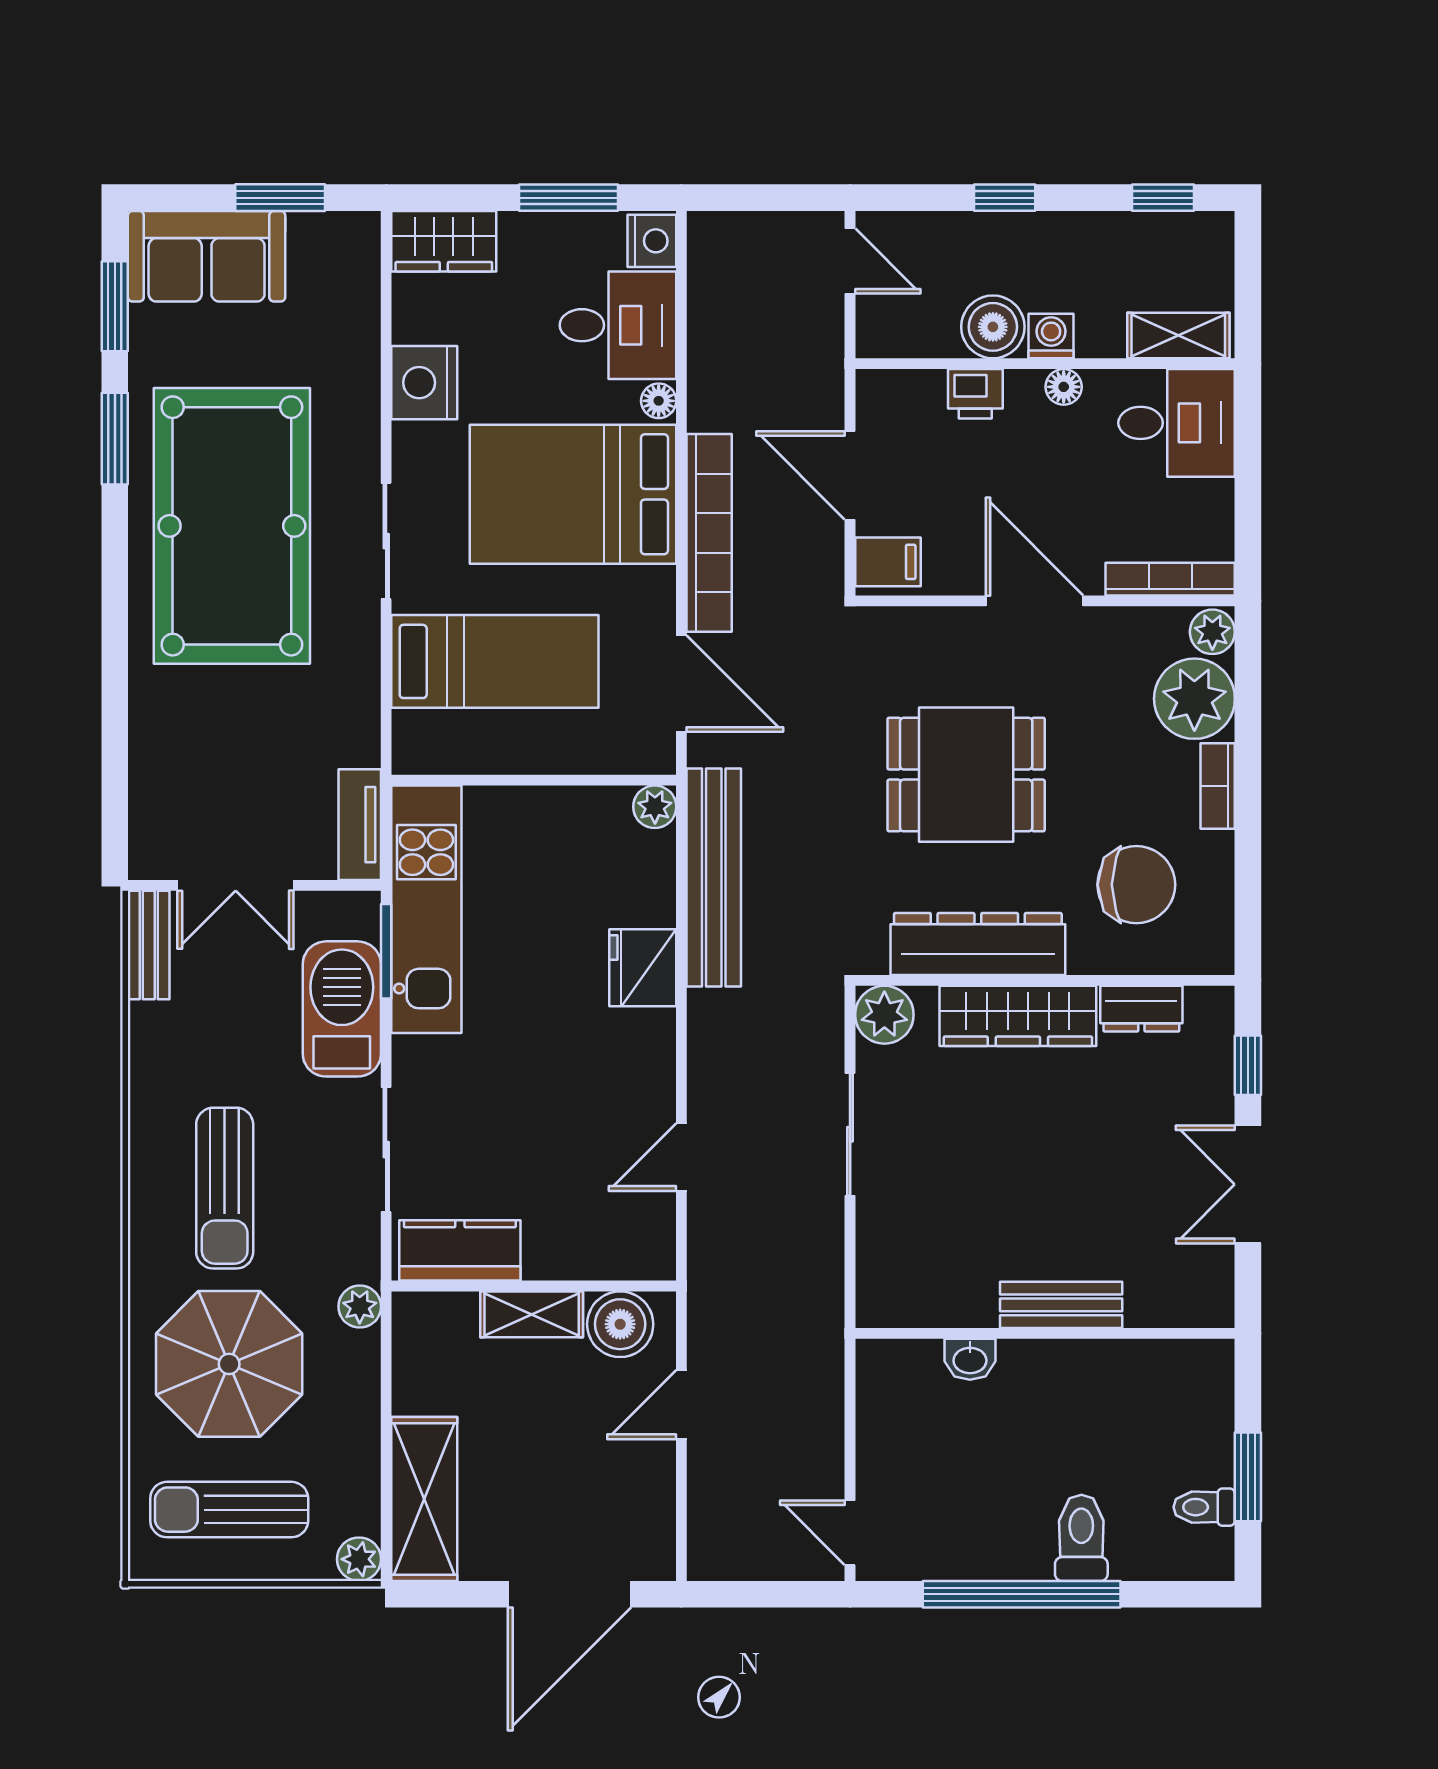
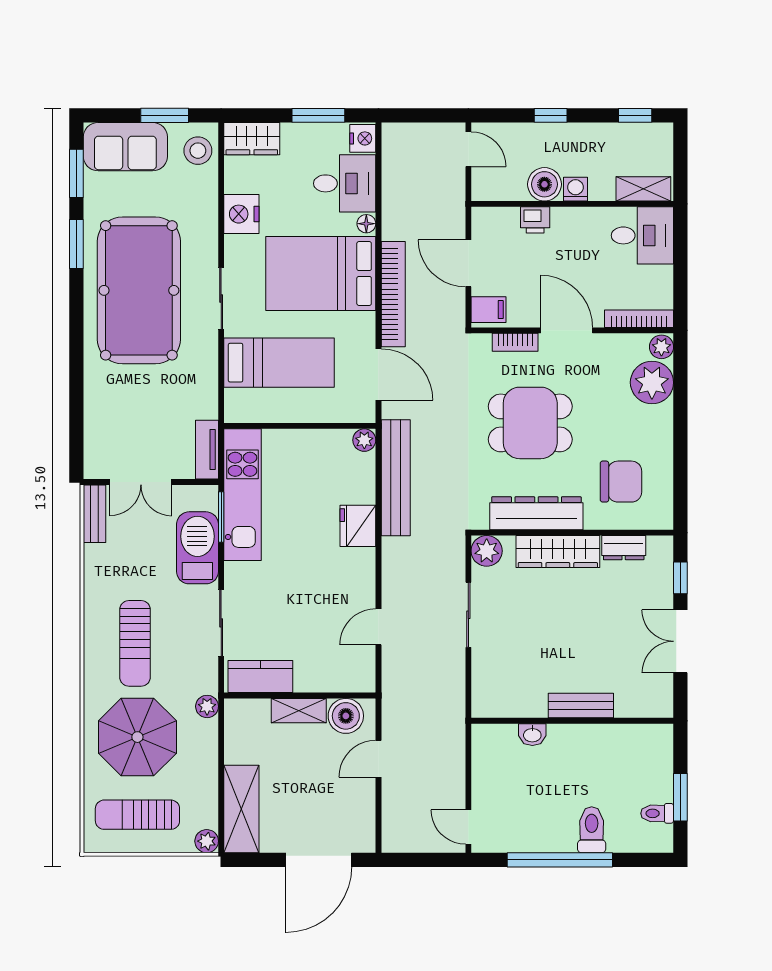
stool: (343, 264) -> (198, 151), added
floor lamp: (1064, 387) -> (582, 216), removed
bookcase: (1218, 786) -> (515, 342), moved, turned -90

